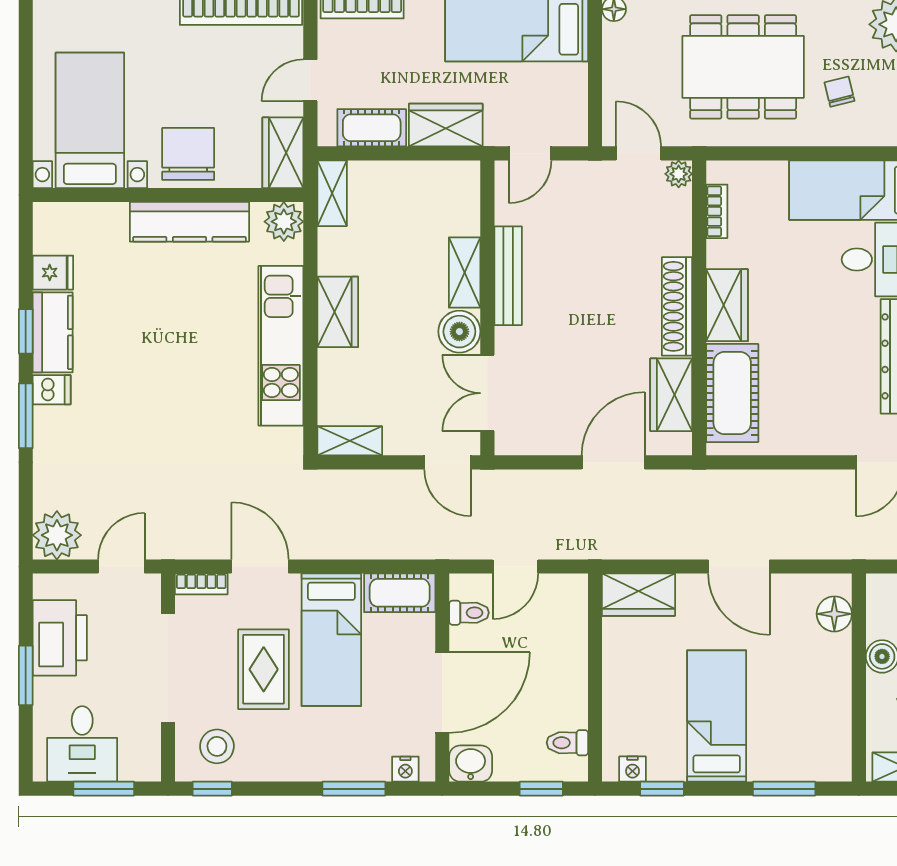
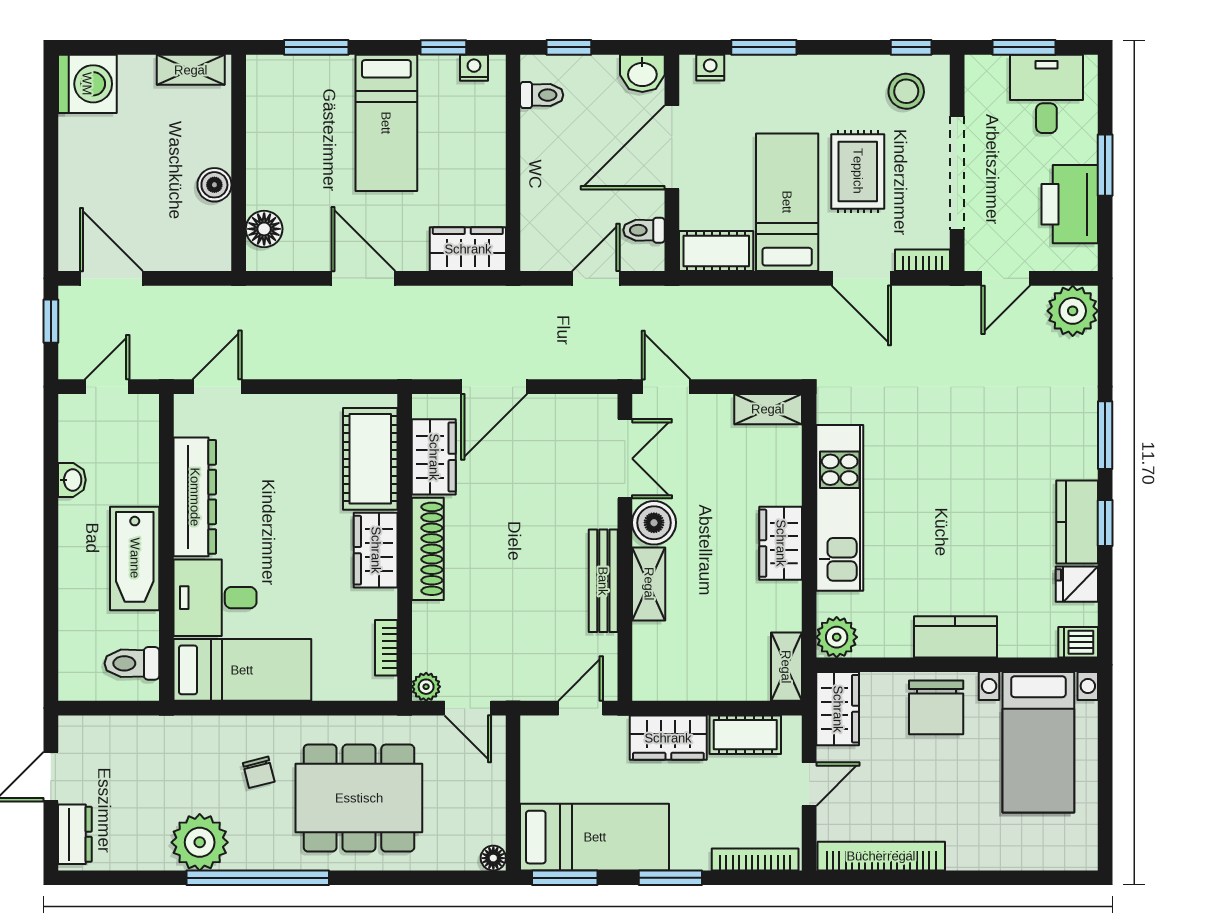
kitchen counter: (189, 222) -> (955, 637), width x0.67
dishwasher: (52, 390) -> (1078, 642), moved

